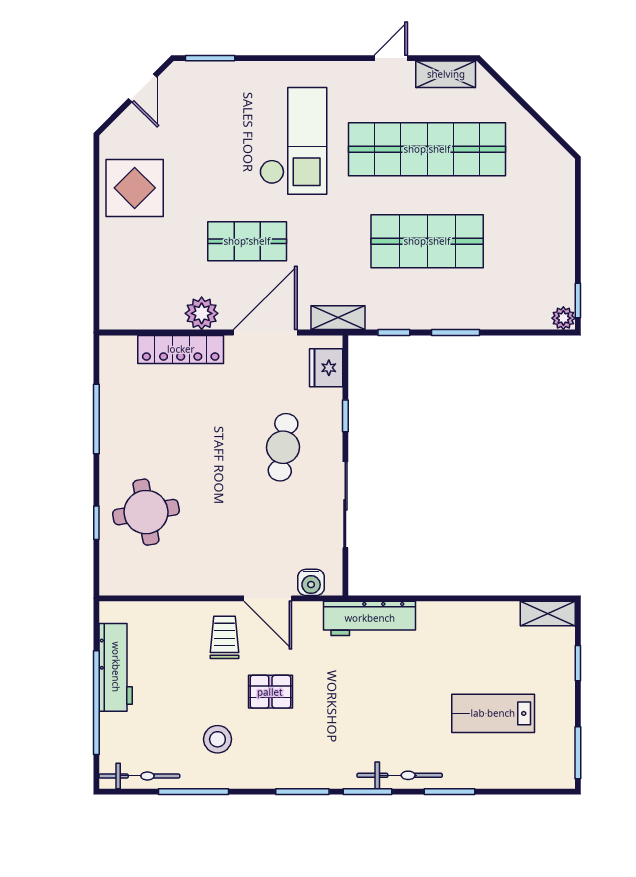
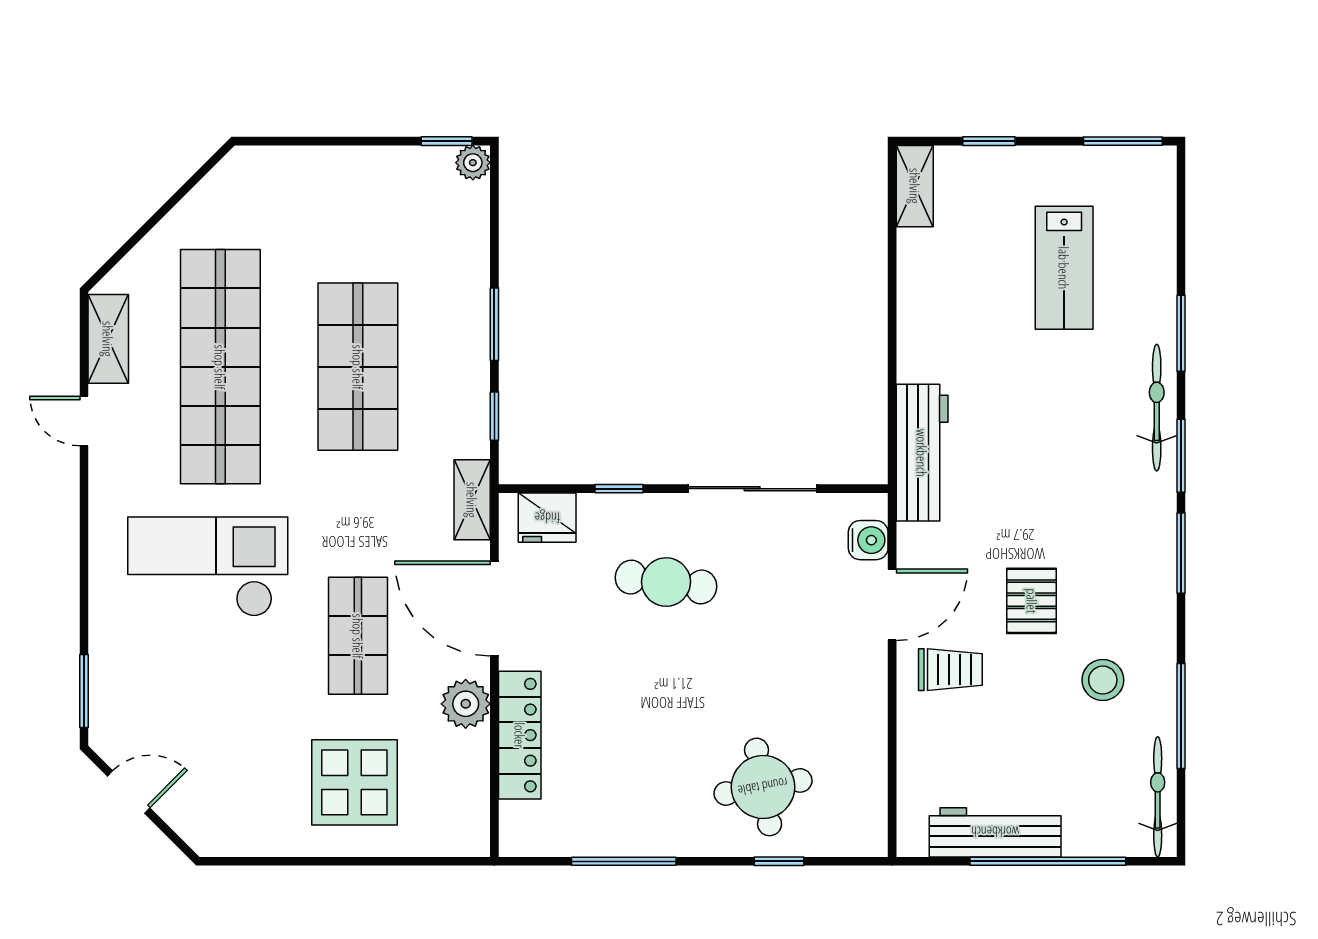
display table: (135, 188) -> (354, 782), moved
trolley: (225, 637) -> (950, 670), turned 180

